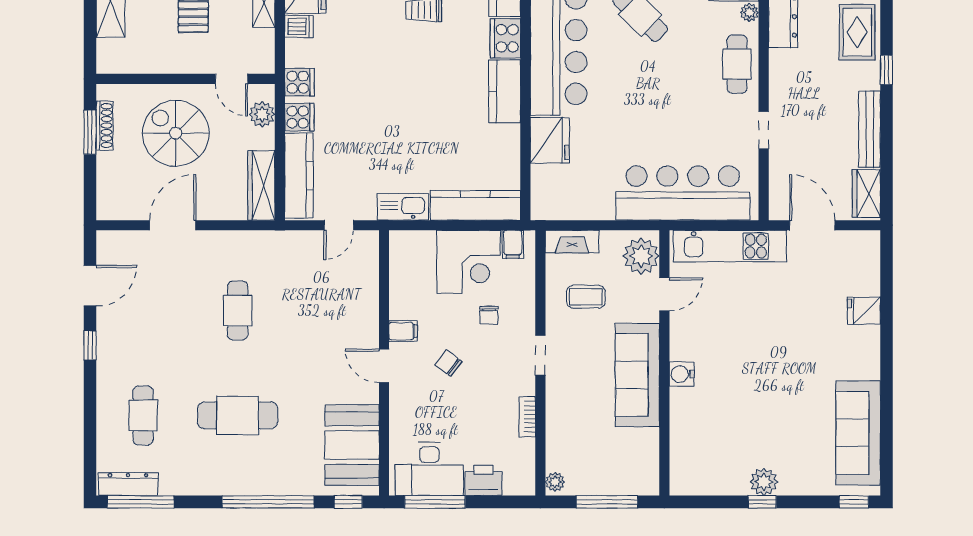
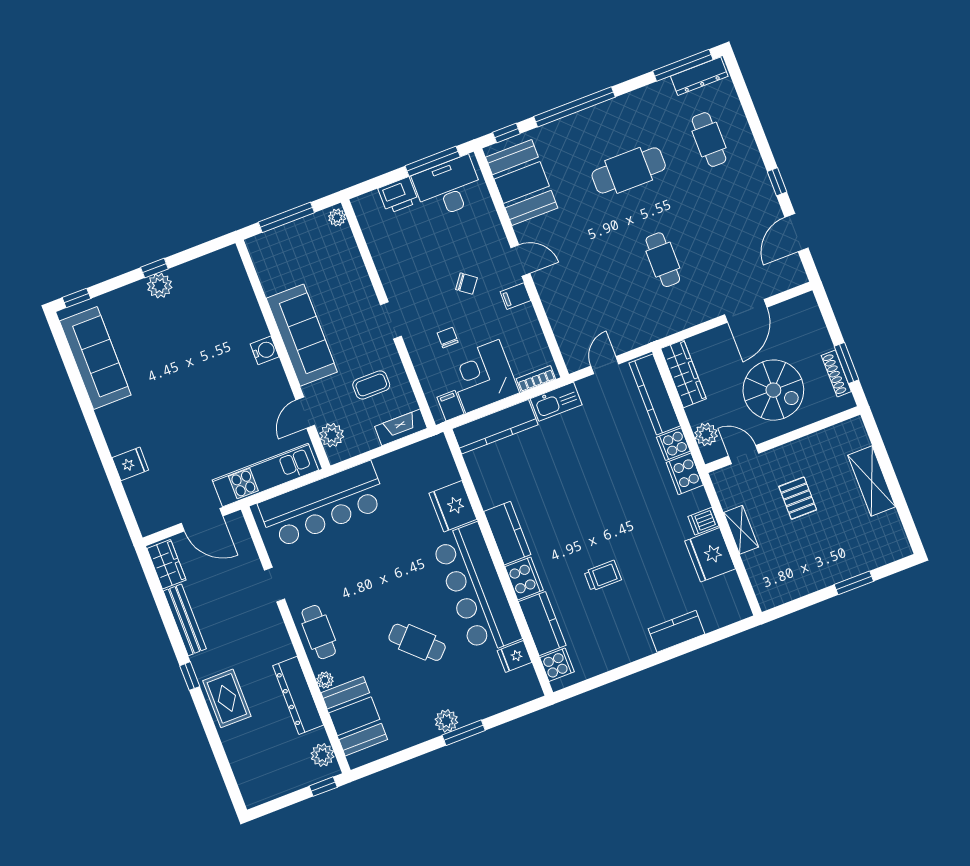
cooker: (299, 82) -> (685, 474), width x1.36
plant: (641, 256) -> (332, 435), width x0.73, depth x0.73
bookcase: (527, 417) -> (536, 379), moved, turned -90

